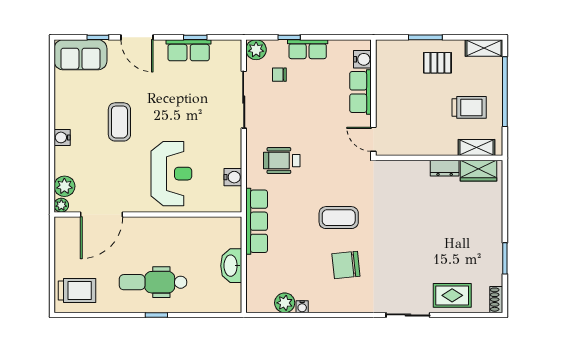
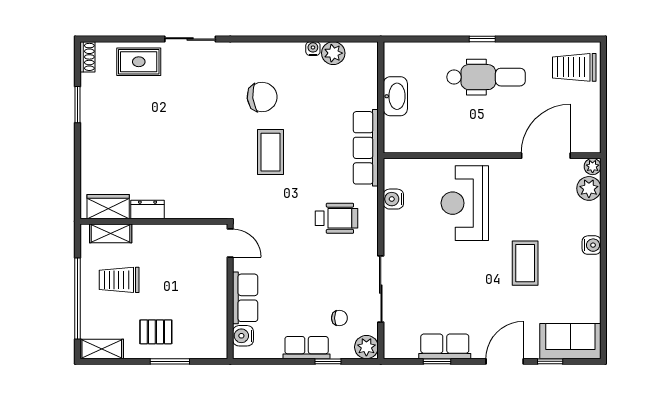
door: (137, 37) -> (505, 361), hinge flipped
coffee table: (339, 218) -> (271, 152), turned 90

